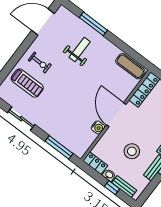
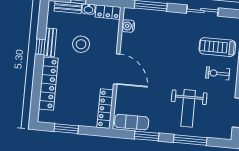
window: (125, 48) -> (147, 136), added
weight bench: (80, 49) -> (188, 108), width x1.36, depth x1.33
water cooler: (98, 127) -> (128, 26), moved

